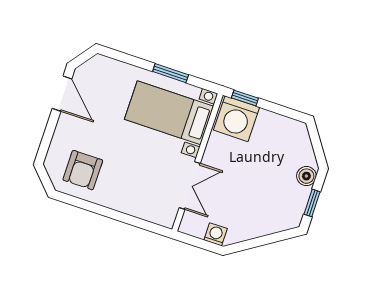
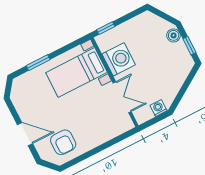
window: (171, 73) -> (38, 63), moved
door: (62, 94) -> (25, 134), moved
washing machine: (236, 119) -> (119, 59), moved, turned -90

